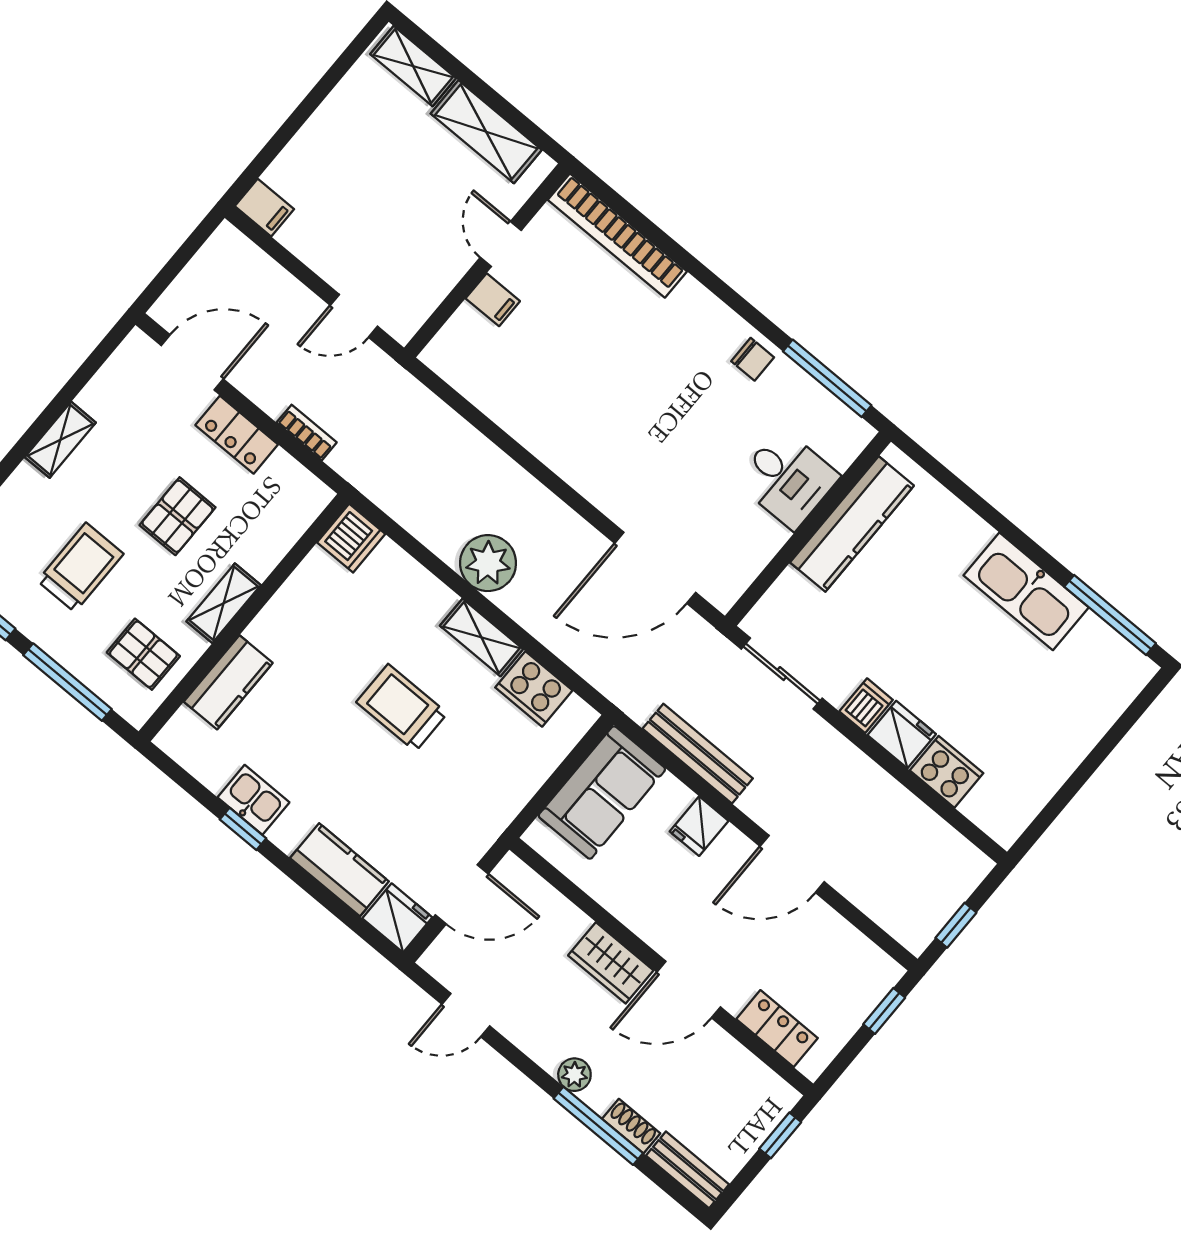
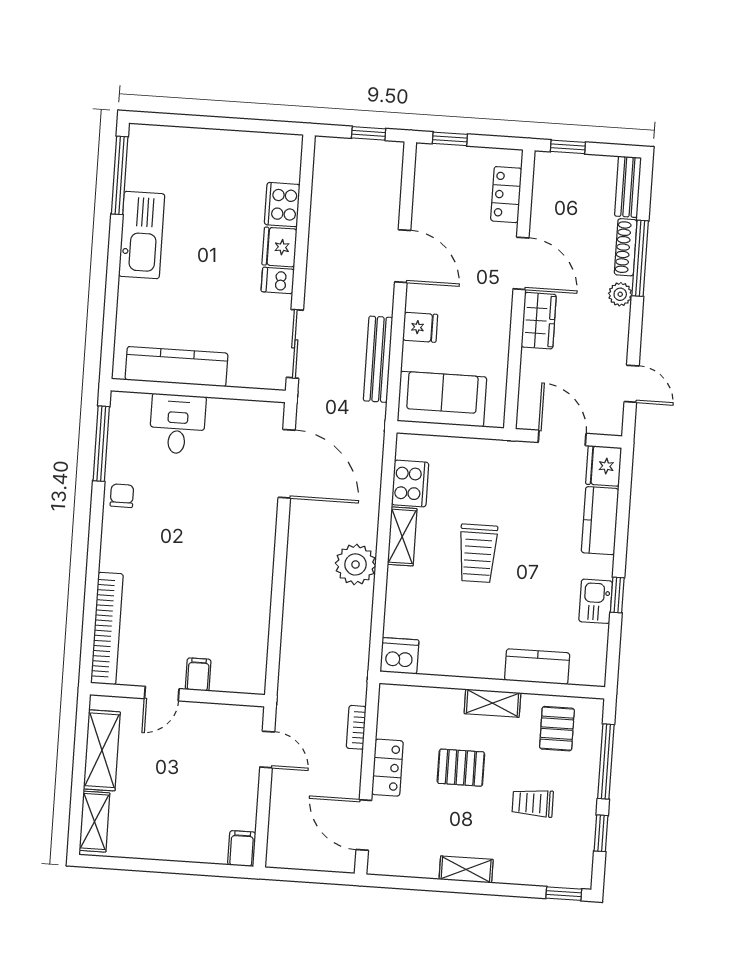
trolley: (80, 567) -> (533, 803), width x0.73, depth x0.72
shoe rack: (631, 1126) -> (626, 247), width x1.43

